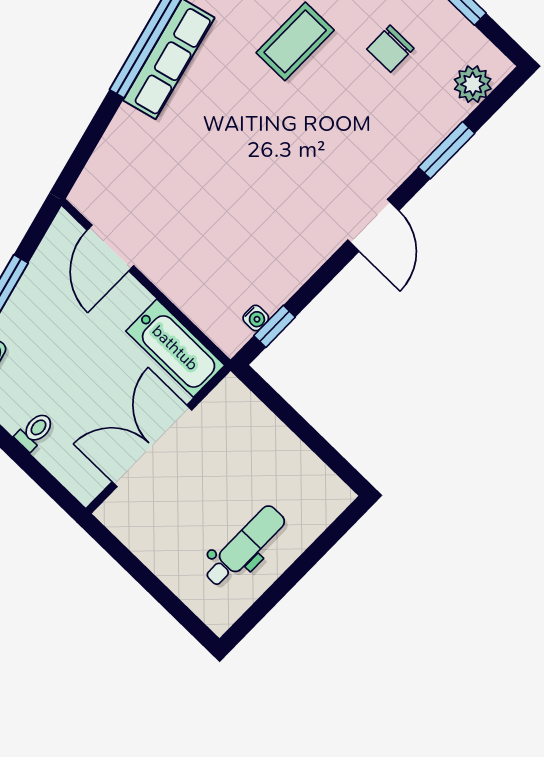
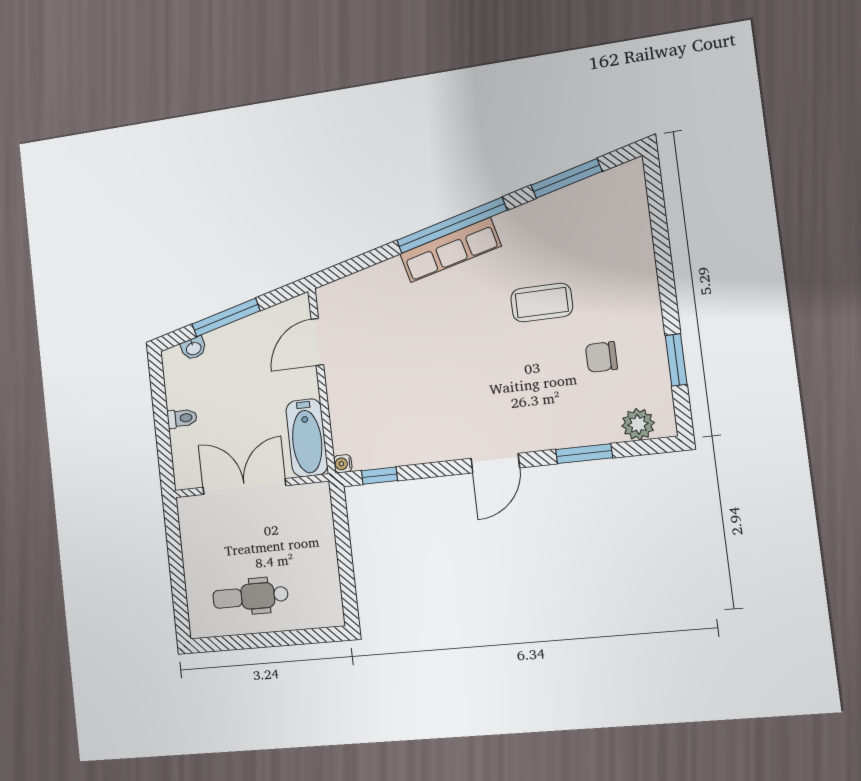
water cooler: (256, 318) -> (343, 464), moved, turned 90
dental chair: (245, 546) -> (250, 597), turned 180

